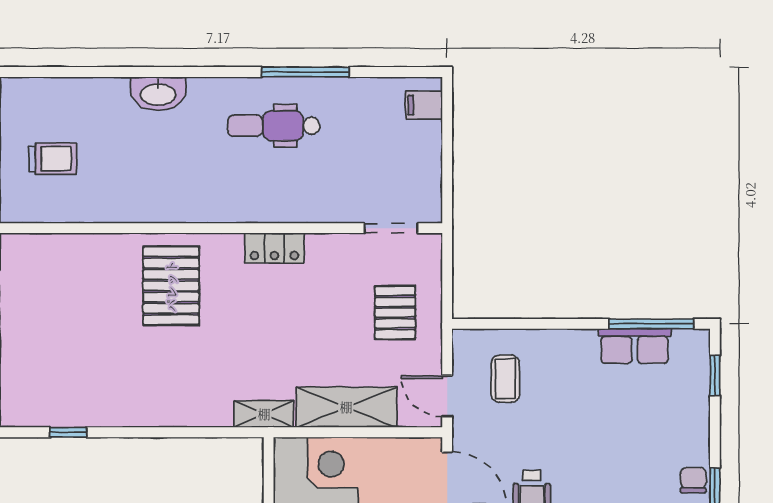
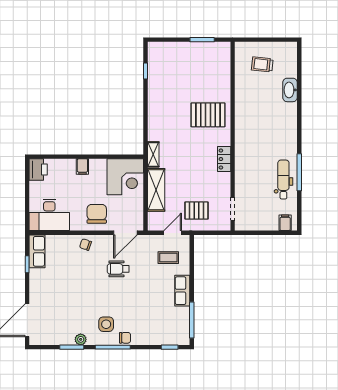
washbasin: (158, 94) -> (290, 90), moved
dental chair: (274, 126) -> (283, 180), moved
trolley: (53, 159) -> (262, 64), turned 96
row of seats: (635, 346) -> (182, 291), moved
door: (447, 396) -> (173, 233), moved

